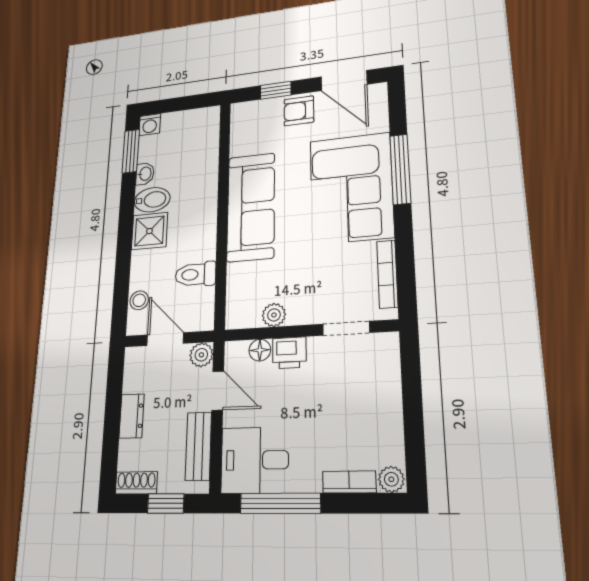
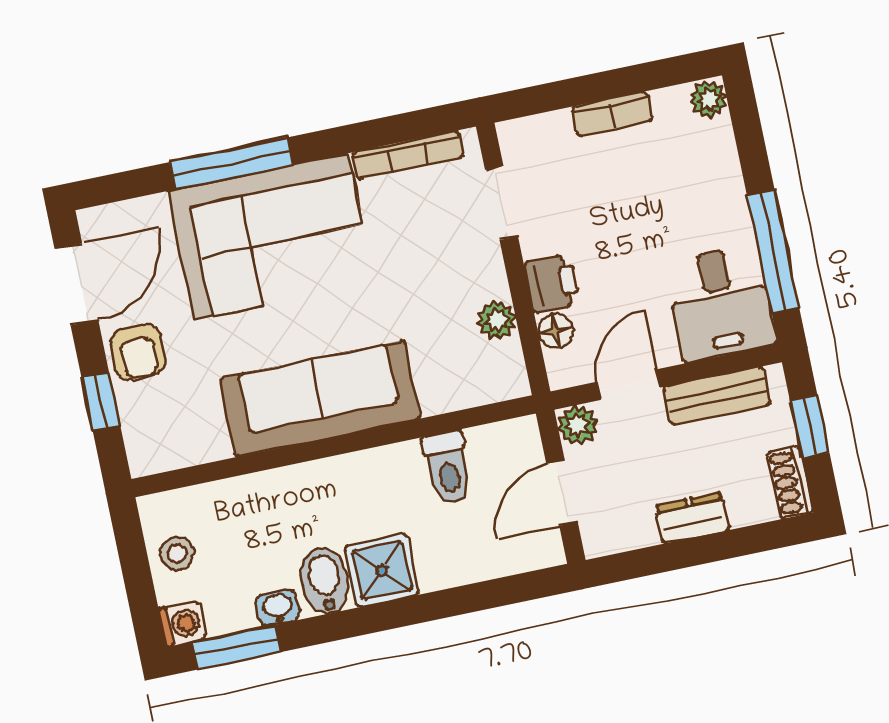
stool: (139, 300) -> (177, 554), moved
bookcase: (349, 482) -> (612, 114), moved, turned -90

